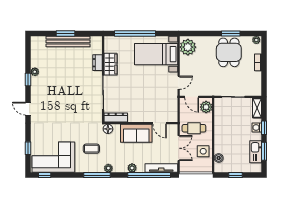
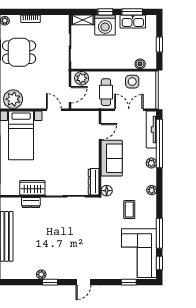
washing machine: (257, 128) -> (105, 25), width x1.89, depth x1.89
window: (97, 175) -> (159, 233), moved

